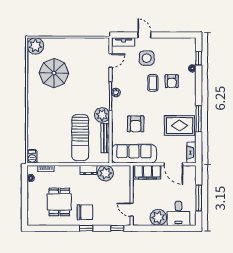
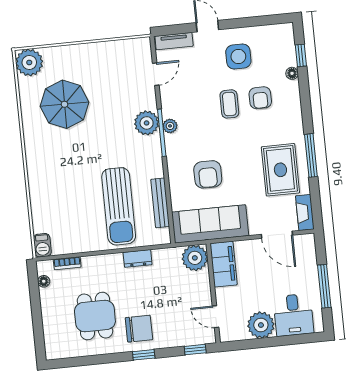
side table: (147, 58) -> (238, 56), moved
plant: (102, 115) -> (147, 123), moved
rug: (179, 126) -> (280, 170), turned 90
filing cabinet: (147, 172) -> (223, 264), moved, turned -90
plant: (105, 173) -> (195, 258), moved

